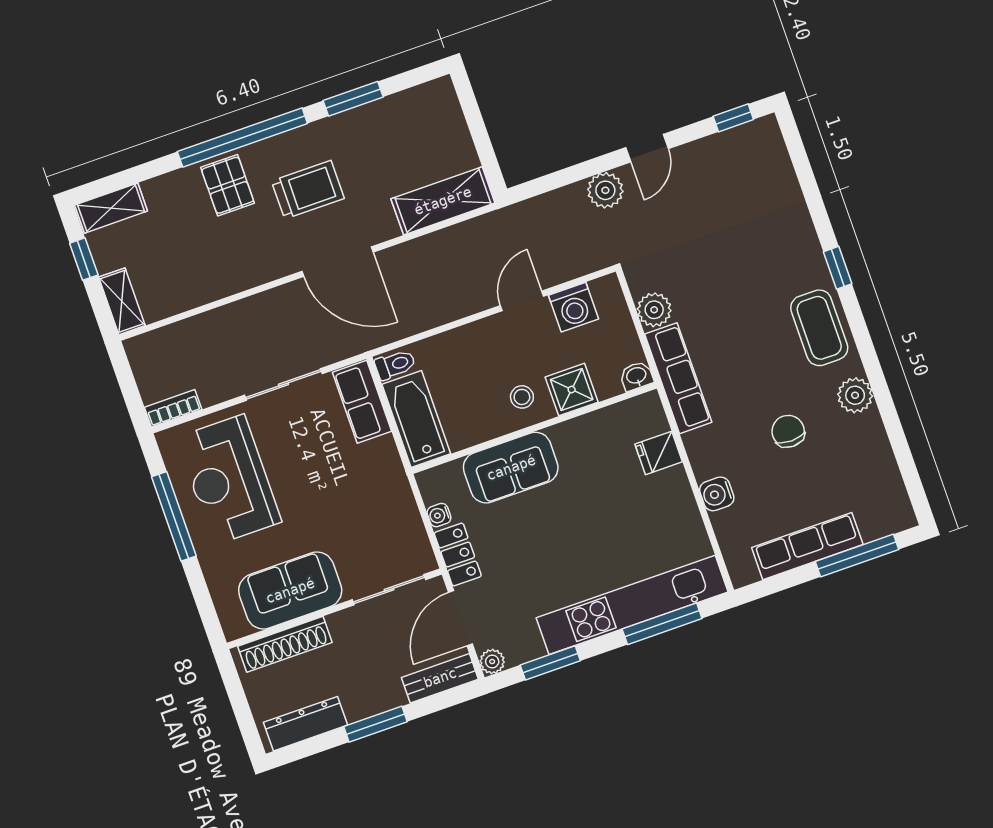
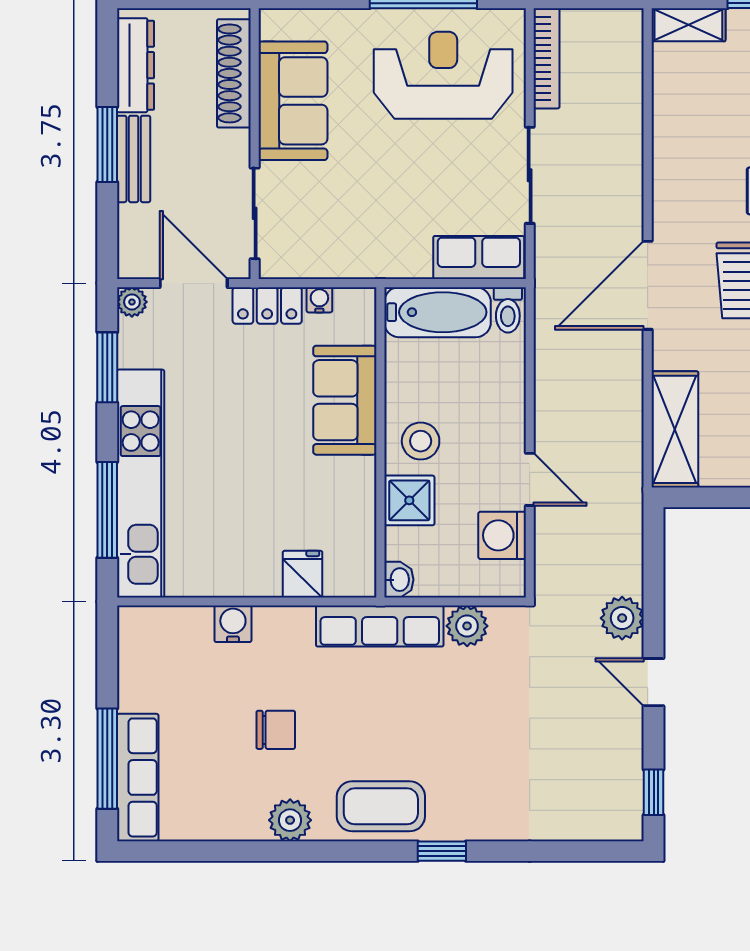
stool: (522, 397) -> (421, 441), width x1.37, depth x1.37
bookcase: (173, 408) -> (546, 58), width x1.56
row of seats: (807, 546) -> (138, 777), moved
bench: (440, 678) -> (134, 159), moved

